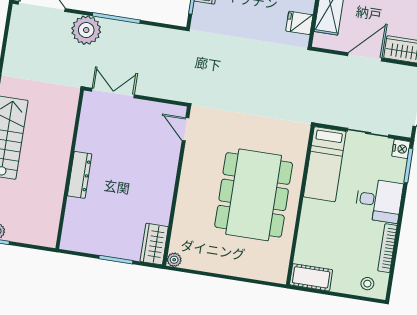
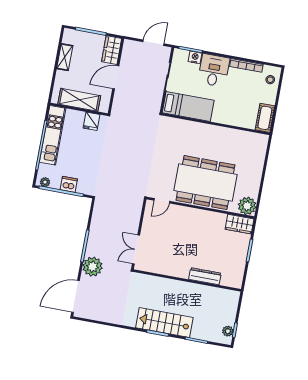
door: (365, 57) -> (116, 77), hinge flipped
nightstand: (401, 149) -> (195, 57), moved
dresser: (80, 175) -> (205, 276), moved
dining table: (254, 195) -> (205, 183), moved
plant: (174, 260) -> (247, 206), width x1.88, depth x1.88

